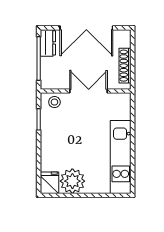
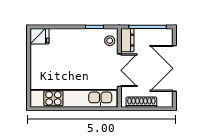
dresser: (48, 43) -> (127, 40), moved, turned -90
kitchen unit: (121, 157) -> (73, 98), width x1.36
plant: (72, 181) -> (41, 56), removed

